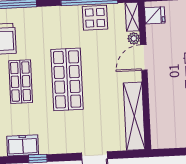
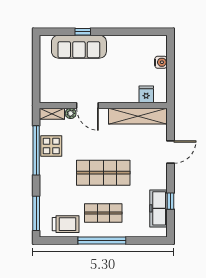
fridge: (155, 15) -> (146, 94), moved
freezer: (23, 145) -> (158, 208), width x1.40

